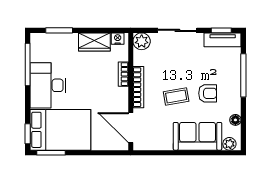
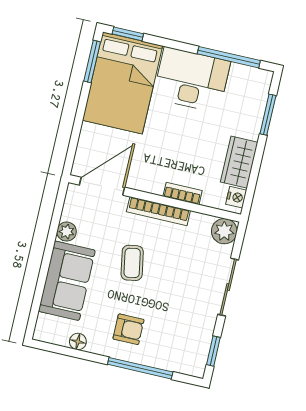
tv unit: (223, 40) -> (199, 350), removed
armchair: (208, 93) -> (128, 329), moved, turned -90
plant: (229, 144) -> (67, 232), moved

